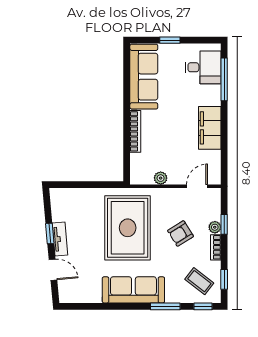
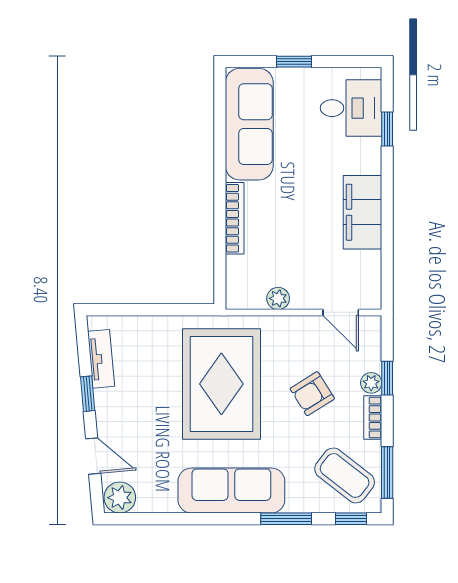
window: (224, 79) -> (387, 129), width x0.46
door: (197, 186) -> (341, 312), swing flipped
tv unit: (60, 239) -> (101, 359), moved
window: (224, 279) -> (387, 473), width x1.50
coffee table: (199, 281) -> (345, 475), width x1.36, depth x1.30
plant: (68, 294) -> (120, 498), added

